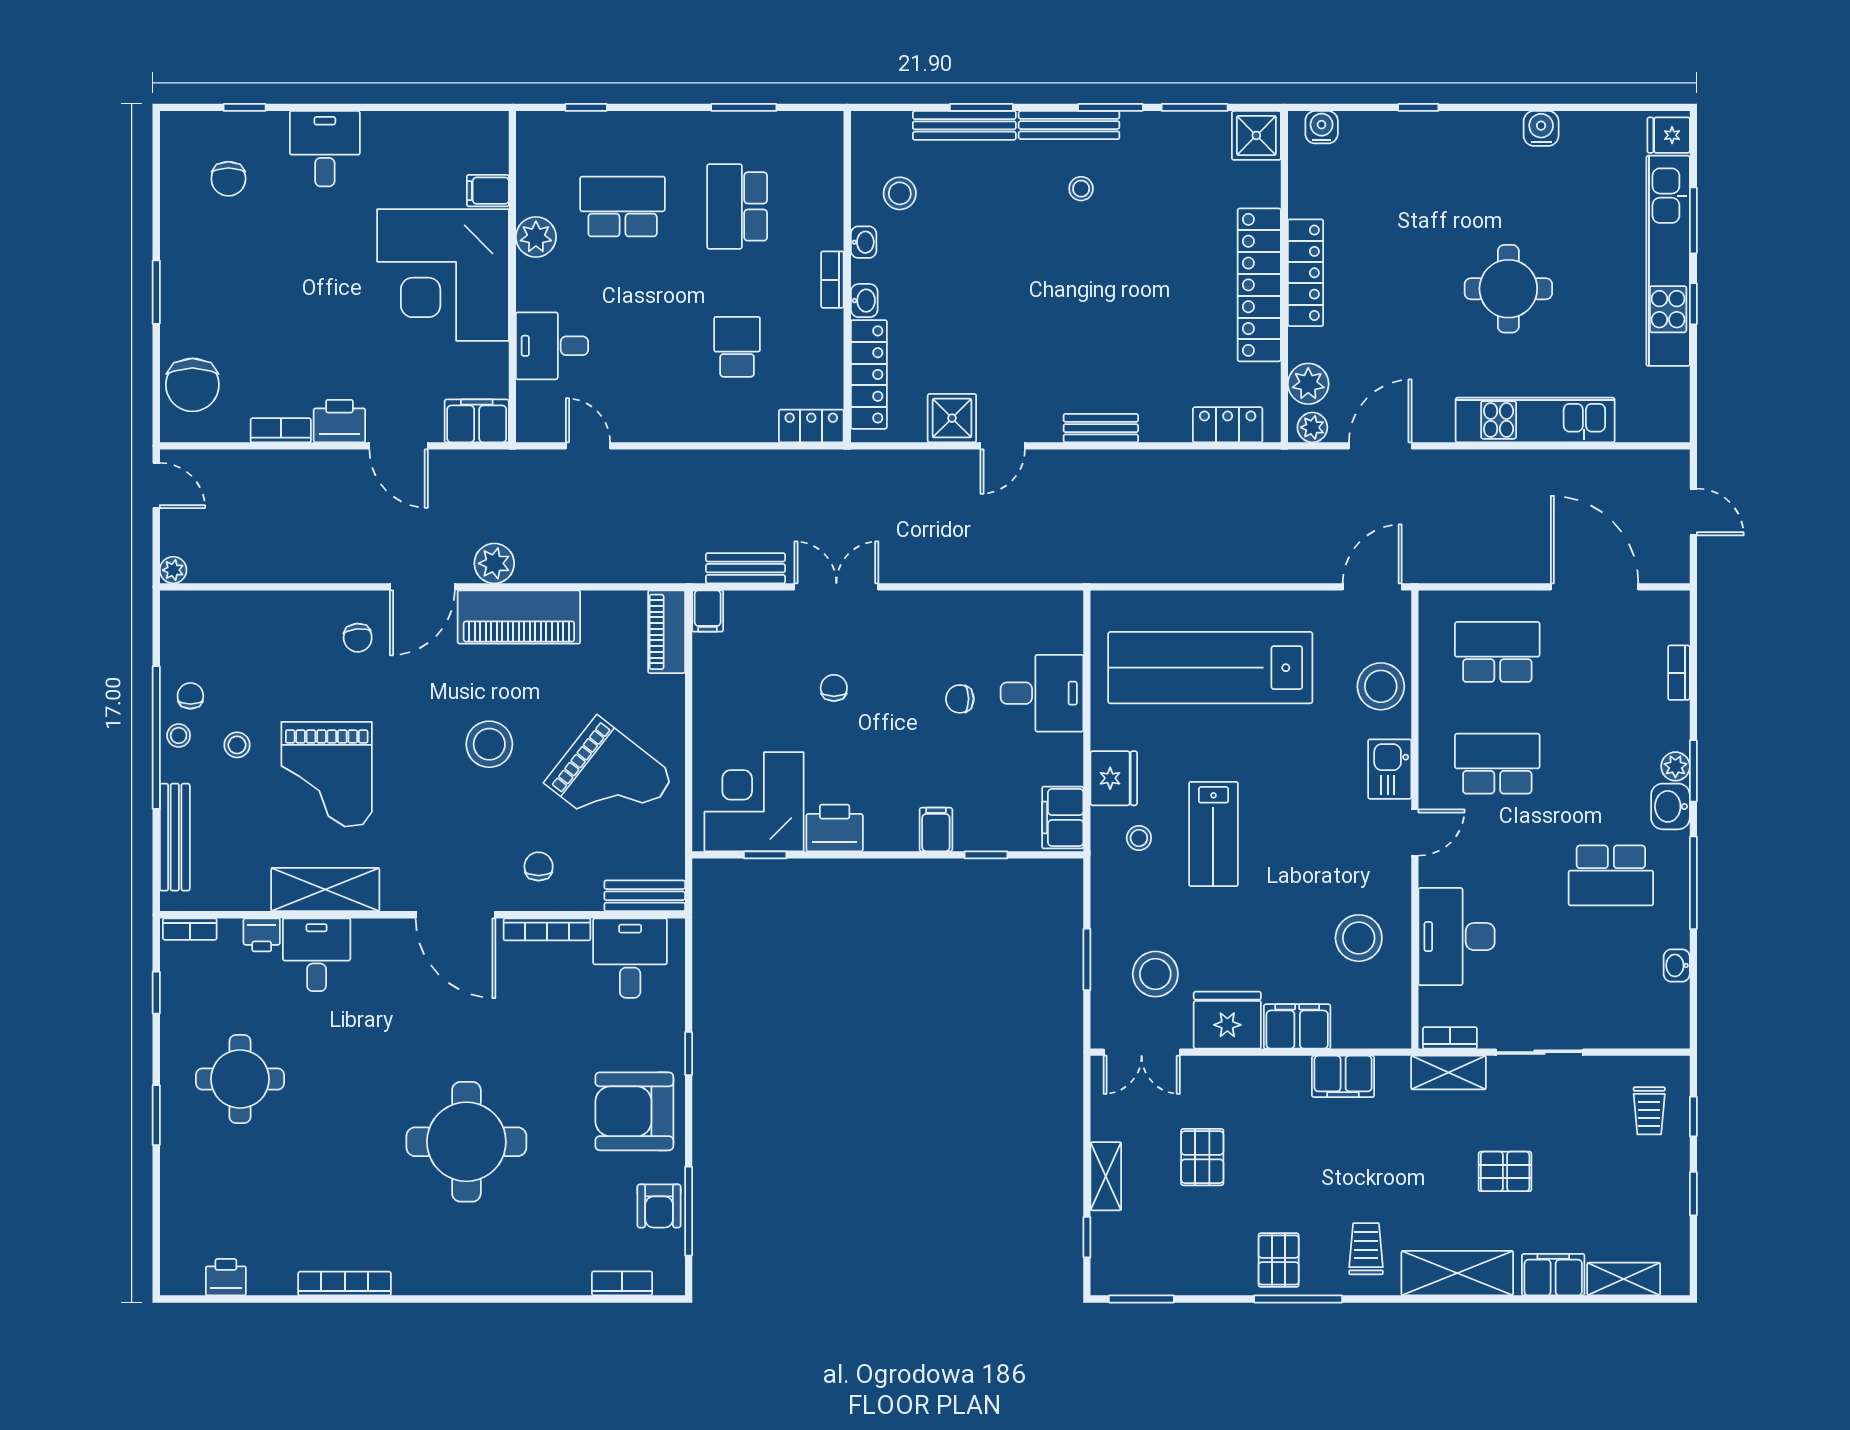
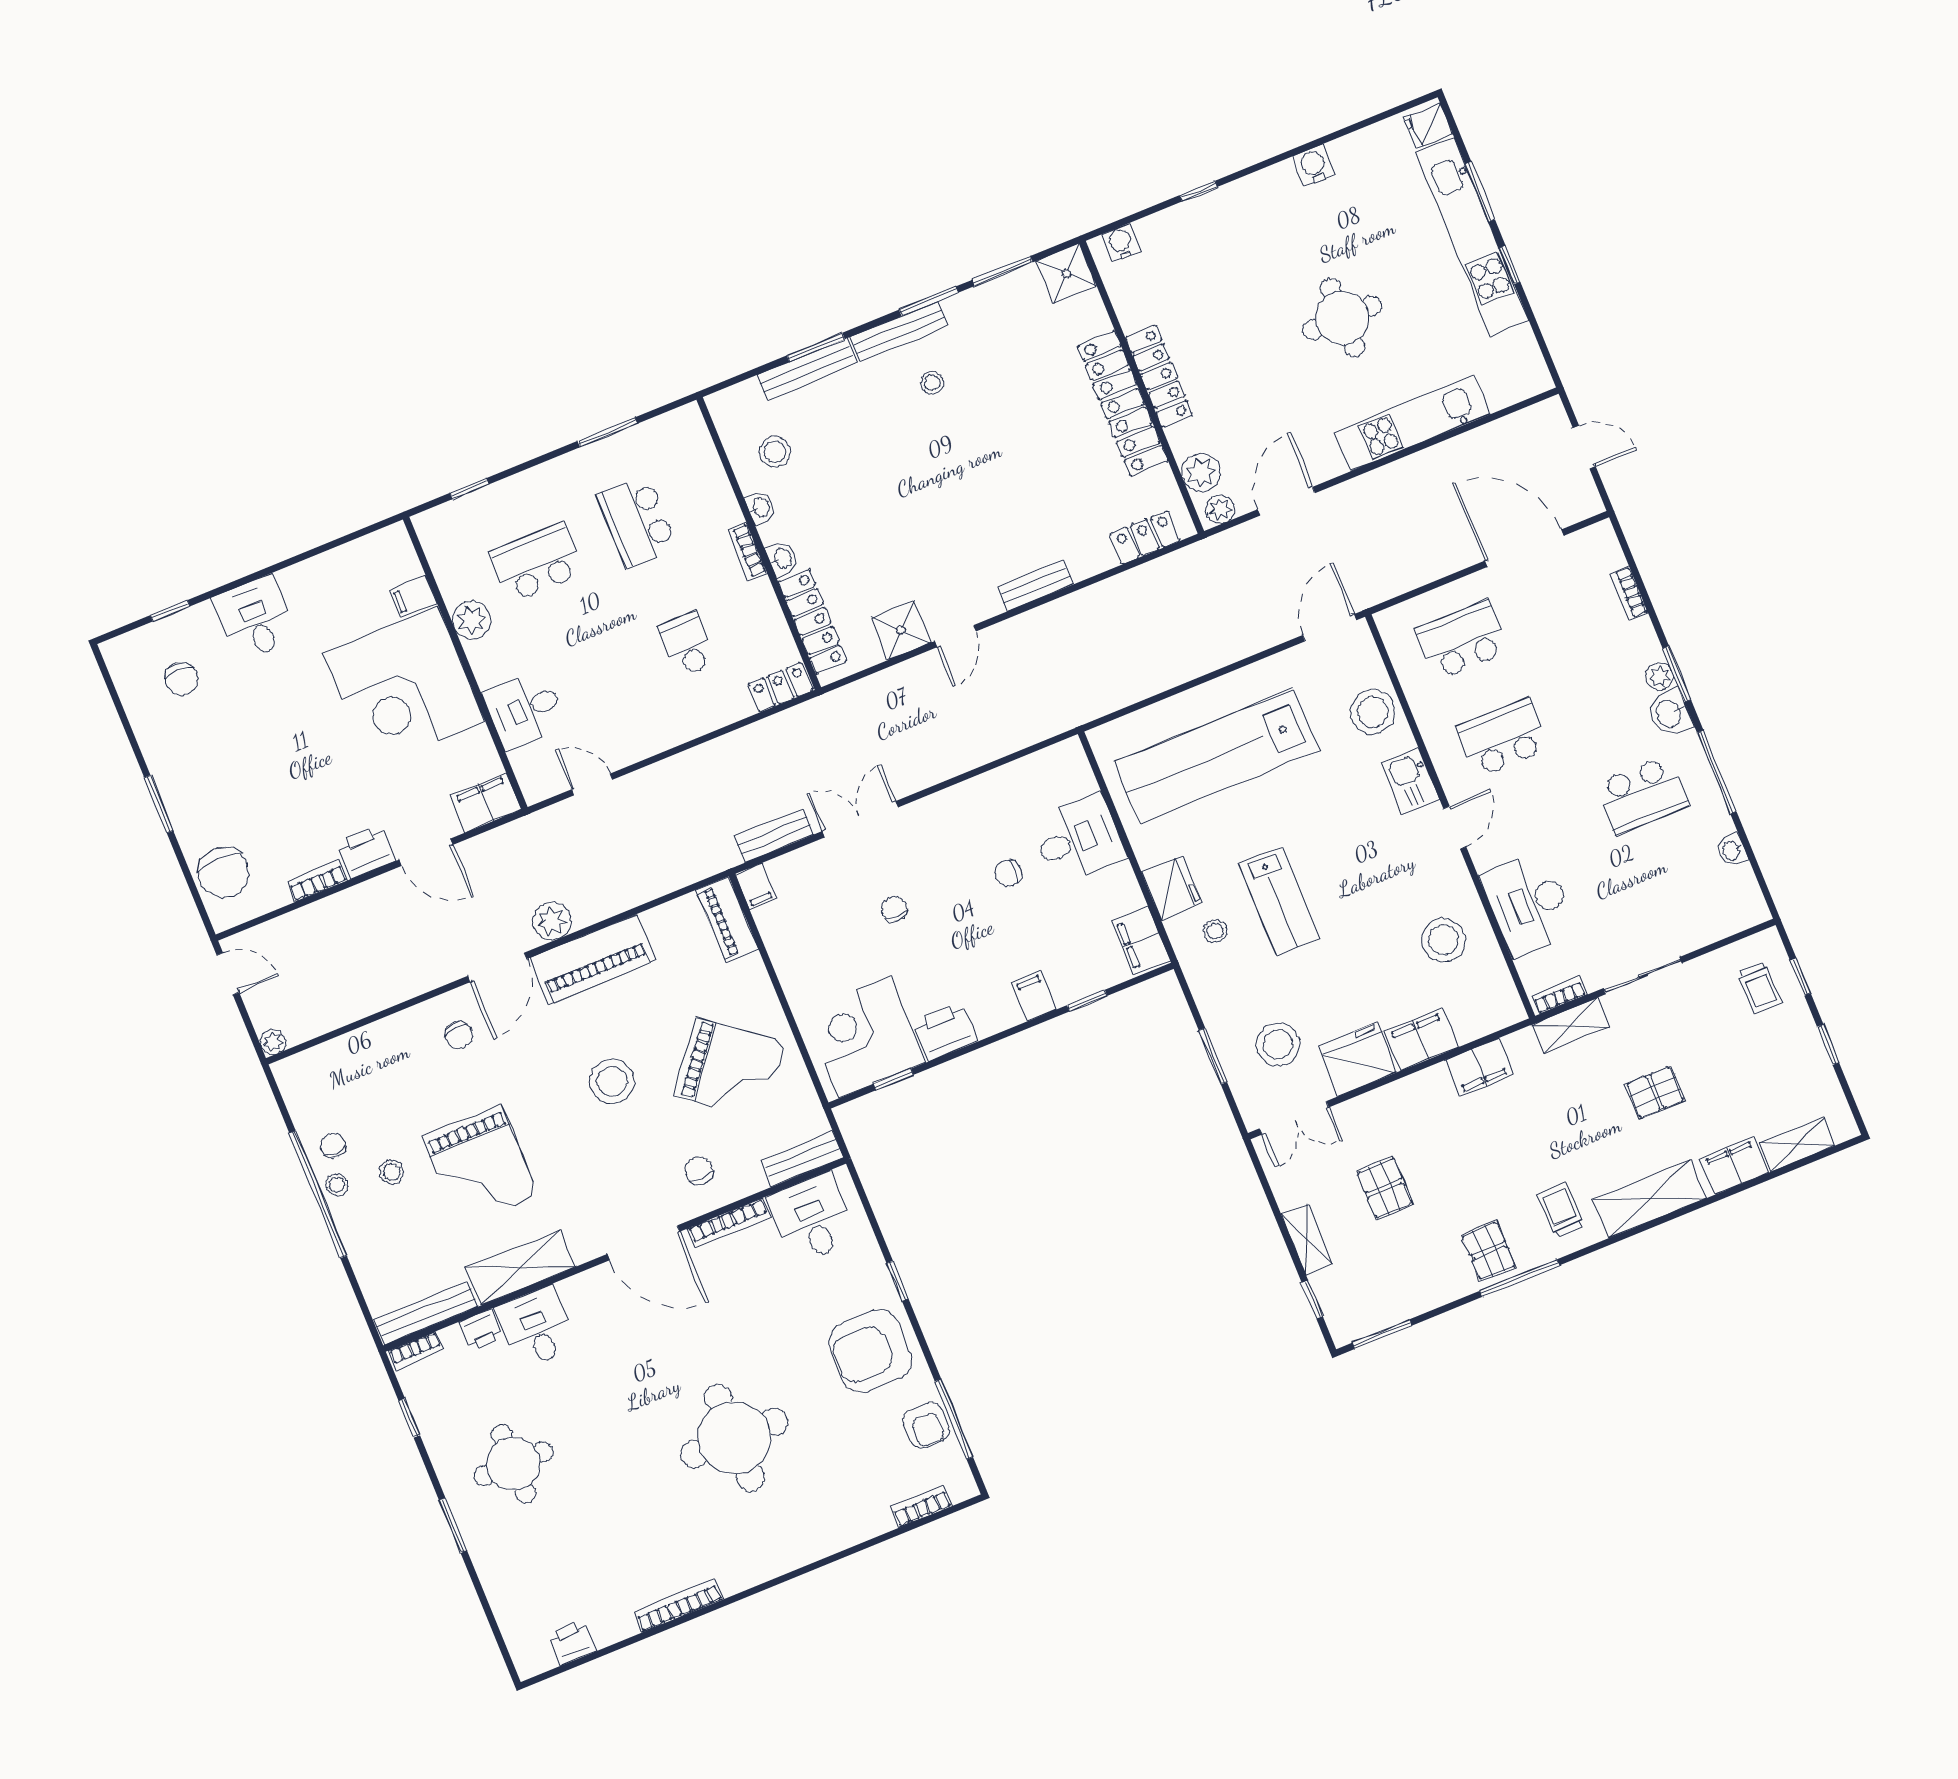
bench: (175, 837) -> (426, 1313), moved, turned 90

